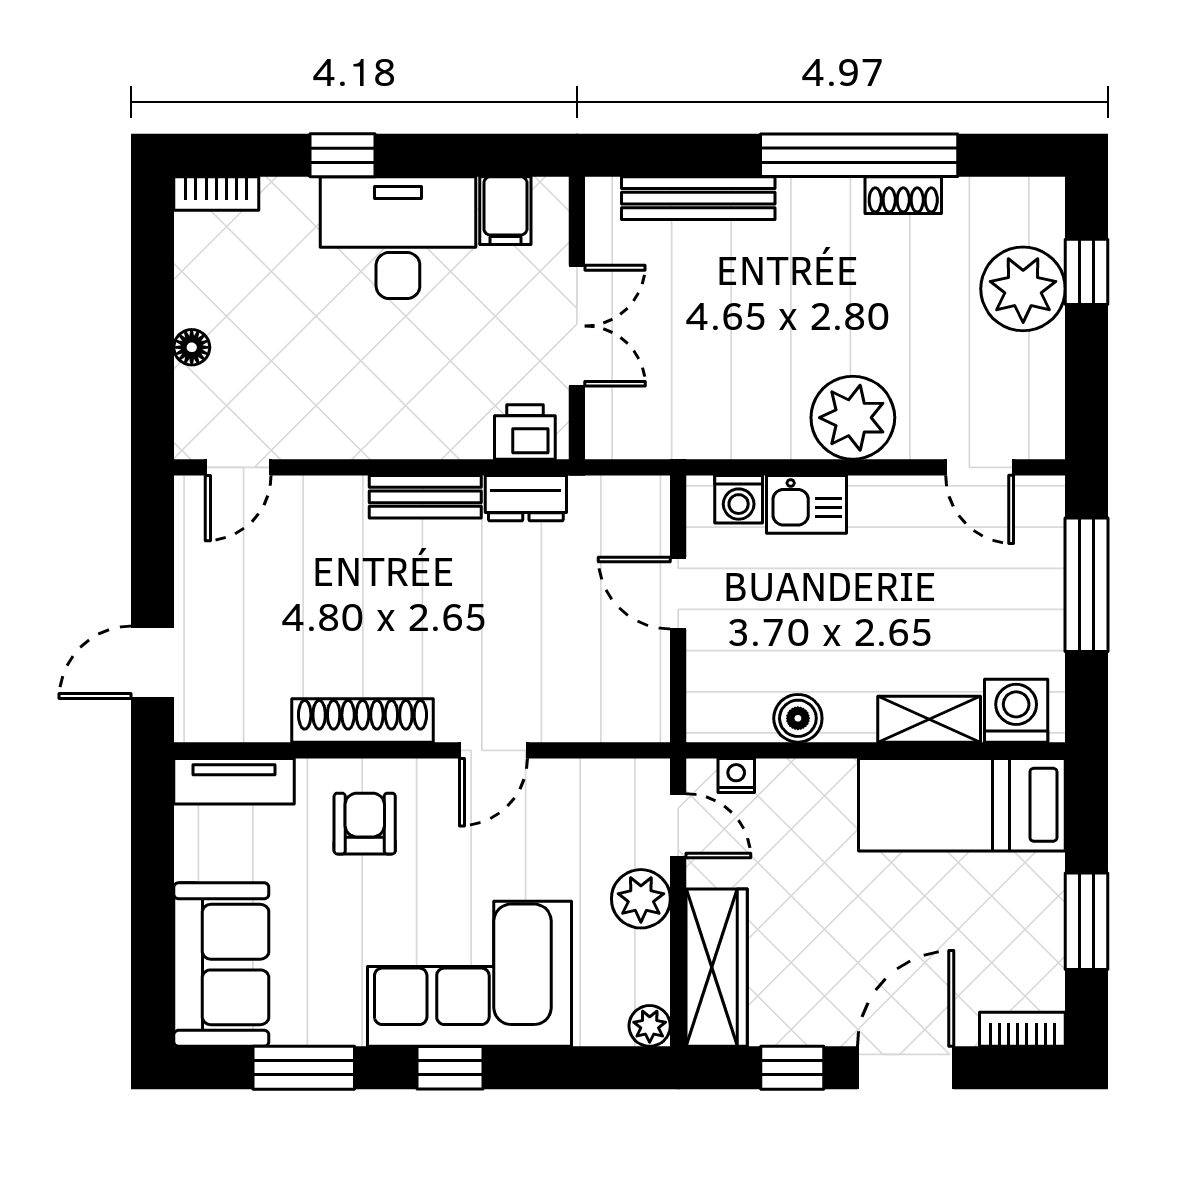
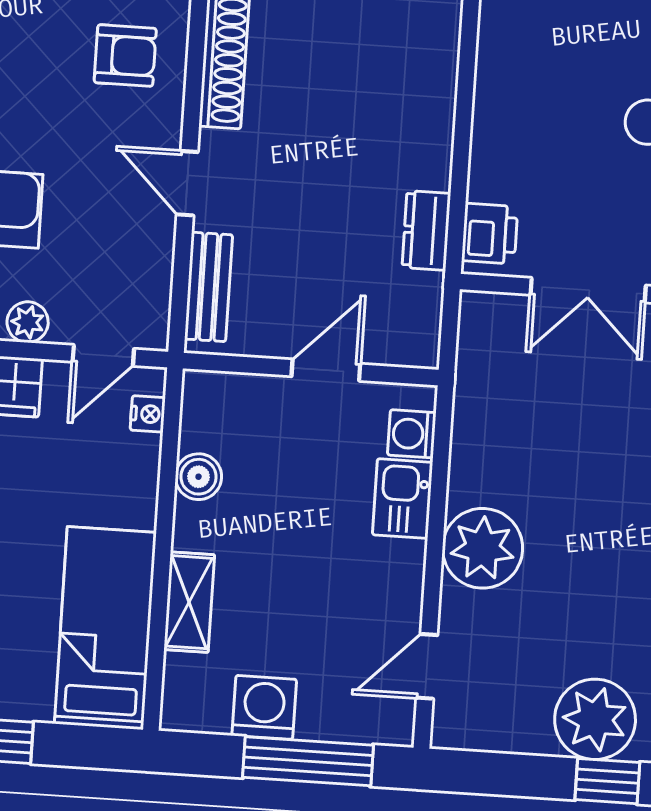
bench: (425, 497) -> (209, 287), moved
washing machine: (1016, 711) -> (264, 707), moved, turned -90
plant: (641, 899) -> (28, 322), width x0.73, depth x0.73

